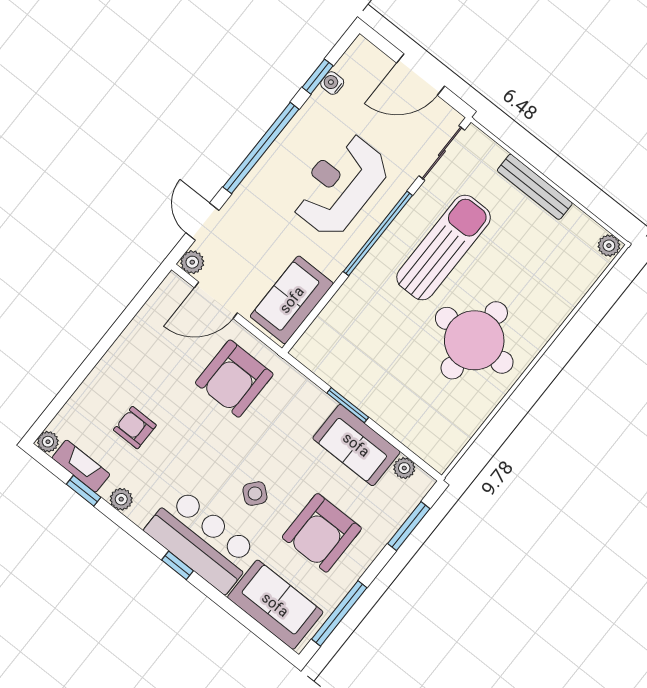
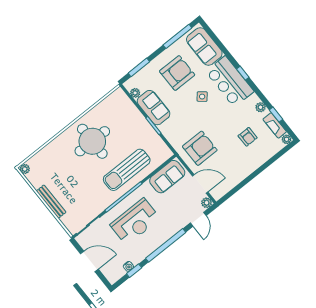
sun lounger: (444, 248) -> (127, 170), moved

